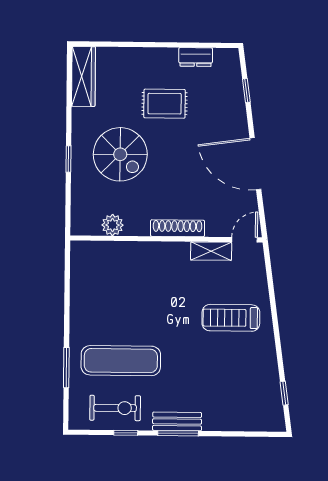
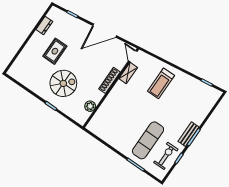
wardrobe: (83, 76) -> (21, 77), removed

